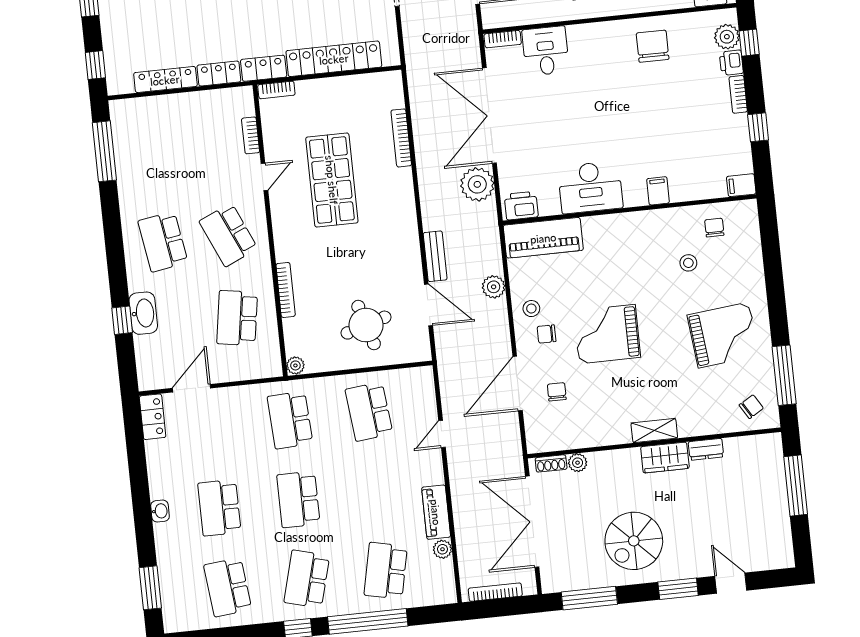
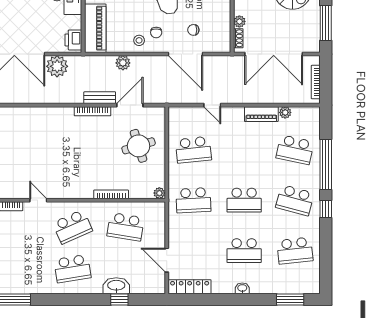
bookcase: (401, 138) -> (92, 111), moved
shop shelf: (332, 180) -> (45, 158), removed
locker: (153, 417) -> (190, 287), width x1.53

